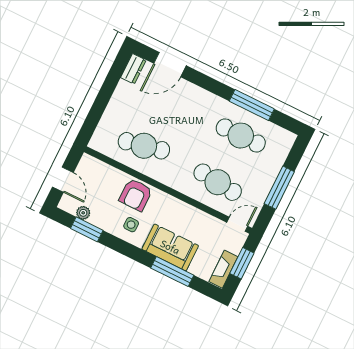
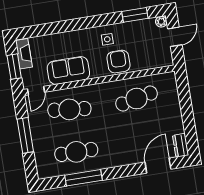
door: (63, 180) -> (175, 37), swing flipped
plant: (83, 213) -> (161, 22), moved
sofa: (170, 247) -> (68, 71), moved, turned 180
window: (172, 272) -> (57, 27), removed

